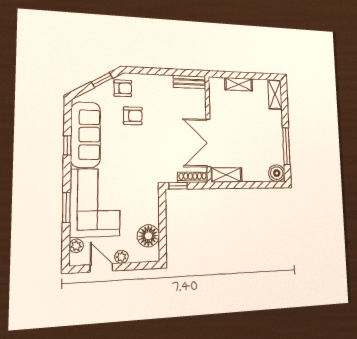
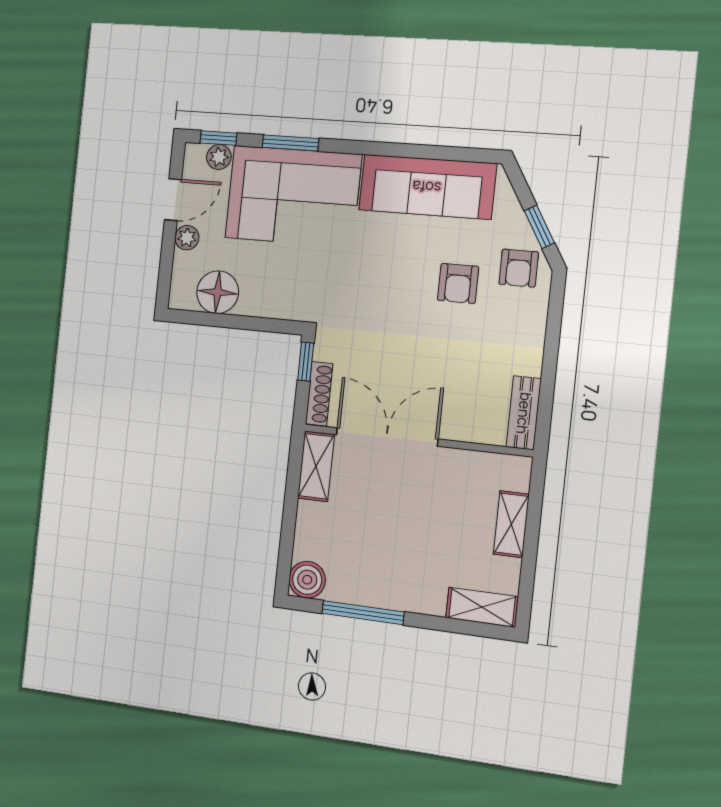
window: (67, 145) -> (218, 138), moved

